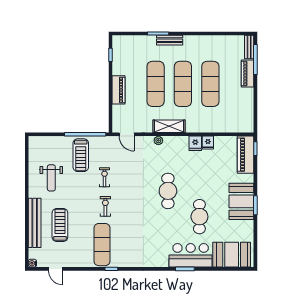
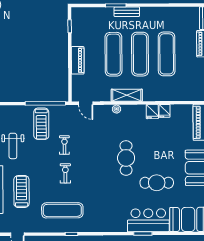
cafe table: (199, 217) -> (157, 183), turned 90
exercise mat: (102, 245) -> (62, 210), turned 90

